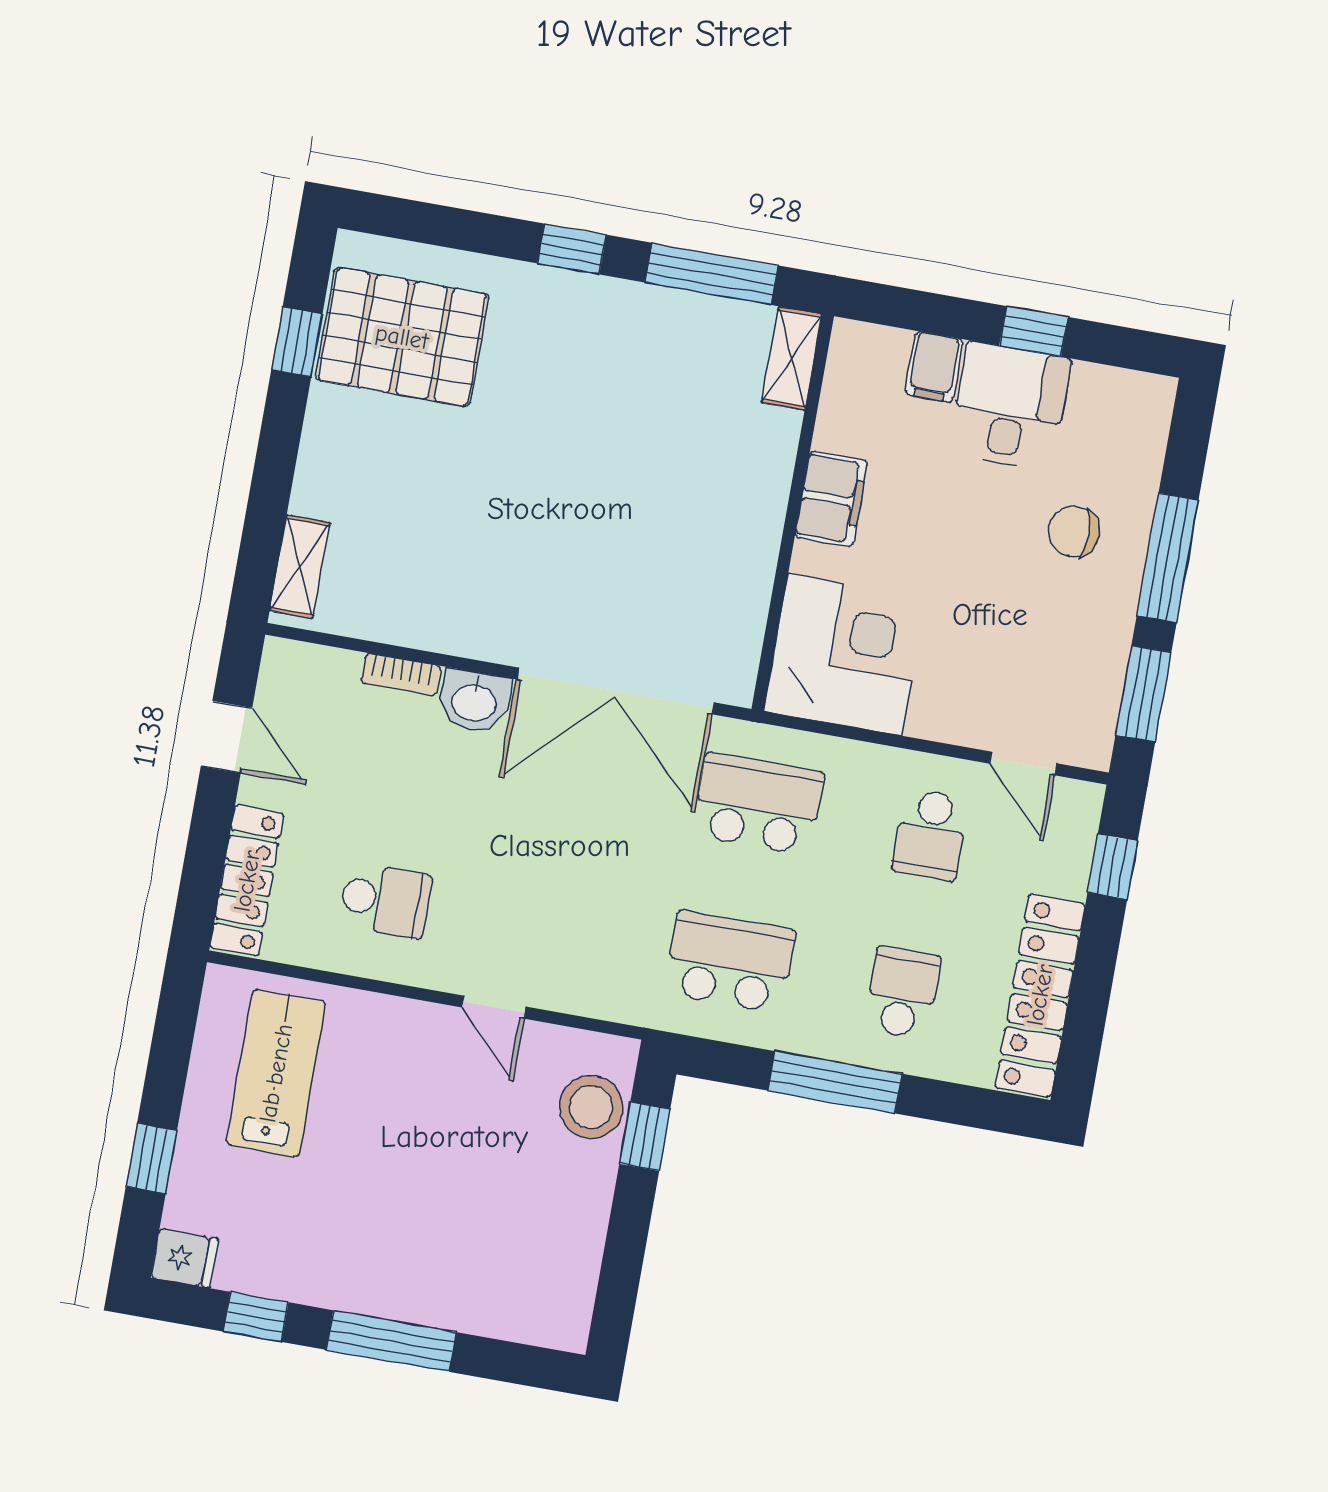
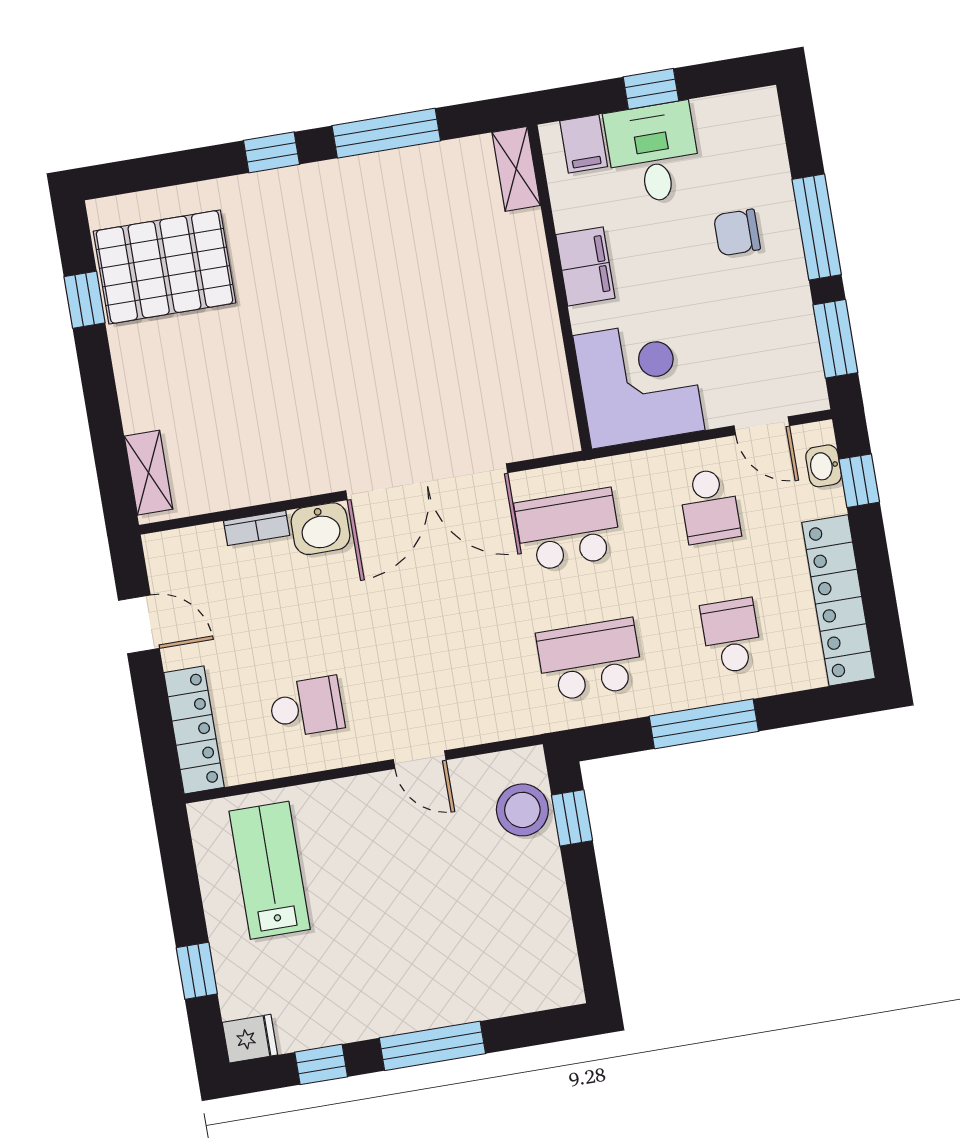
shelving: (792, 358) -> (516, 169), moved
filing cabinet: (831, 499) -> (585, 266), moved
wall: (793, 513) -> (560, 288), moved
corner desk: (845, 654) -> (639, 383), moved
washbasin: (1078, 835) -> (824, 466), added

